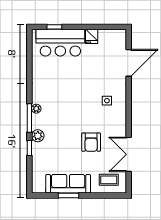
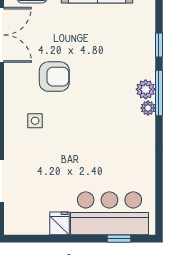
plant: (38, 136) -> (146, 89), moved
armchair: (91, 142) -> (54, 77), moved, turned 90

